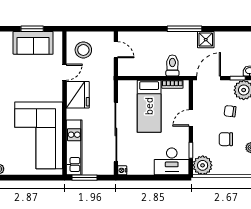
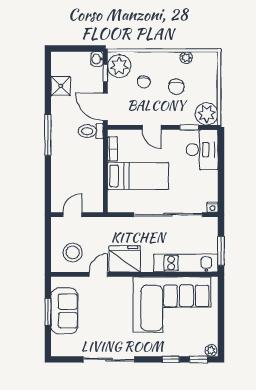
shower: (206, 40) -> (61, 86), moved
toilet: (172, 65) -> (91, 131), moved
door: (64, 72) -> (98, 274), hinge flipped

